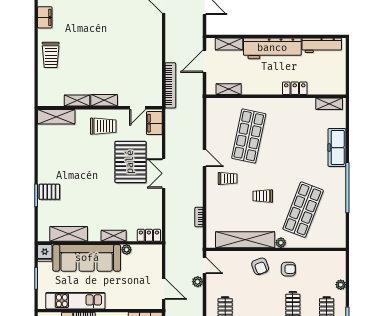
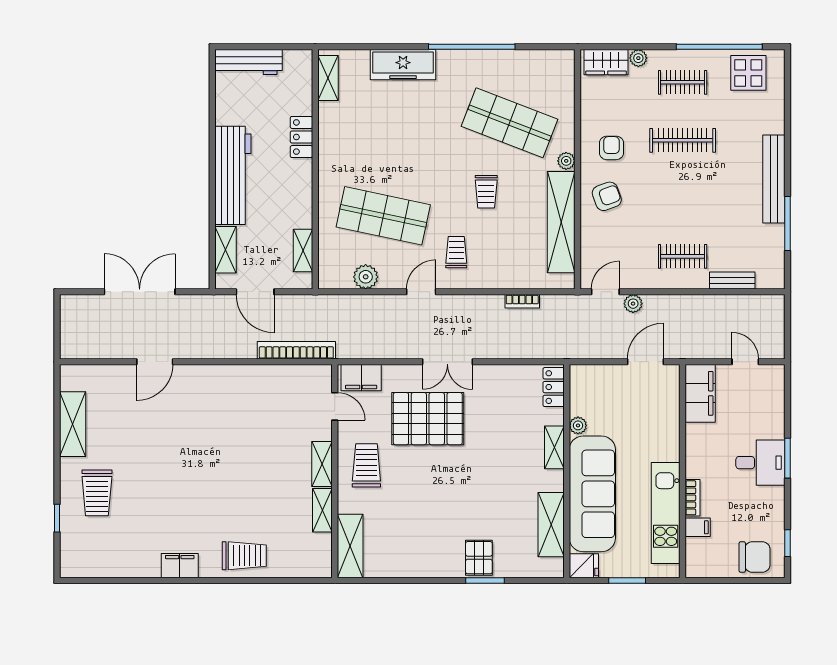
workbench: (322, 45) -> (249, 62), moved, turned 90
plant: (213, 126) -> (366, 277), added
wardrobe: (338, 266) -> (606, 62), added

